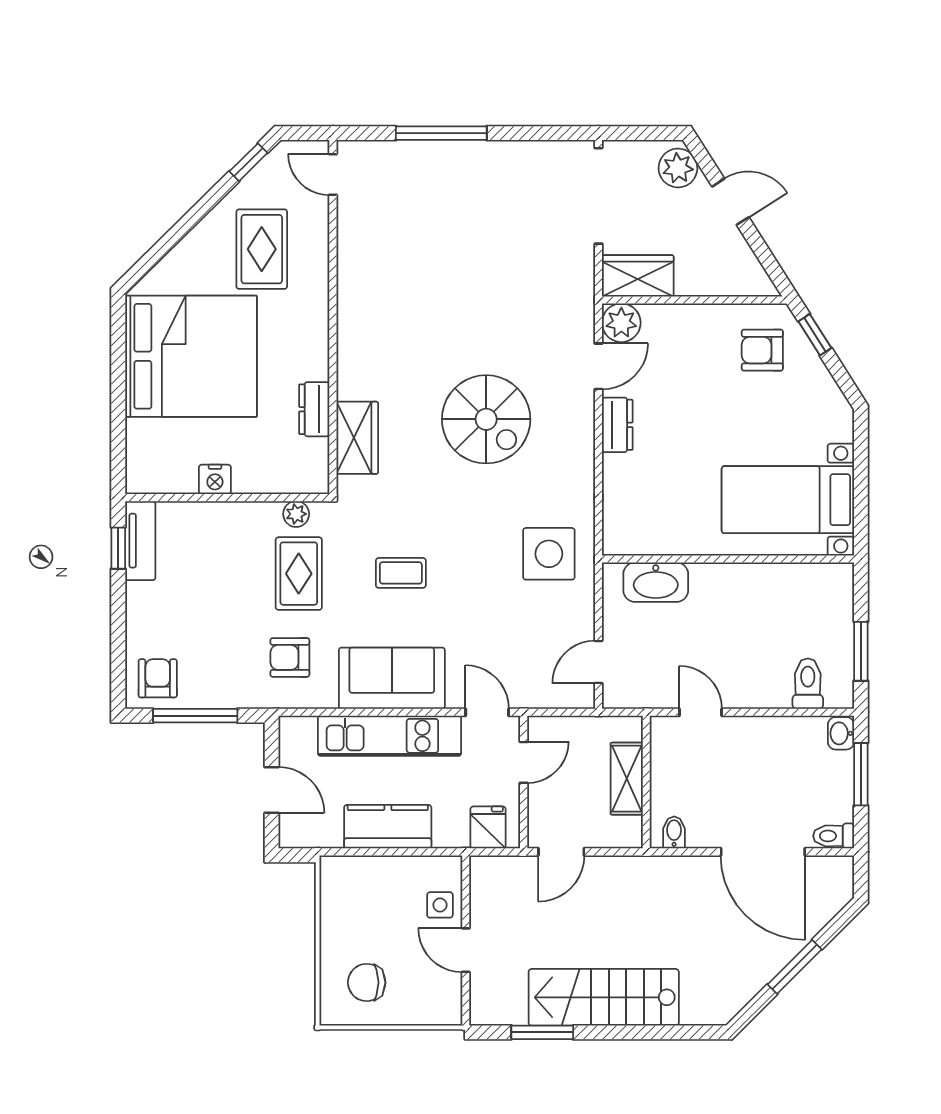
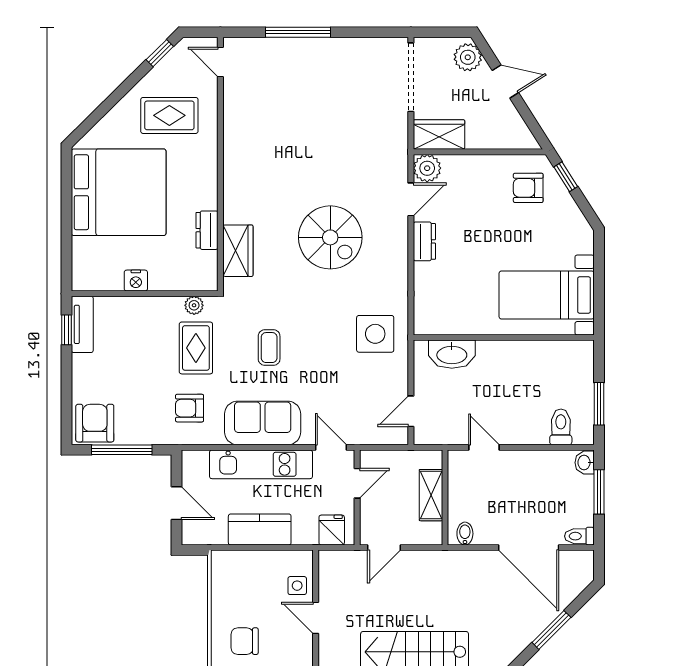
rug: (262, 249) -> (169, 115), turned 90
coffee table: (401, 573) -> (269, 348), turned 90
armchair: (158, 678) -> (95, 423), width x1.38, depth x1.38

